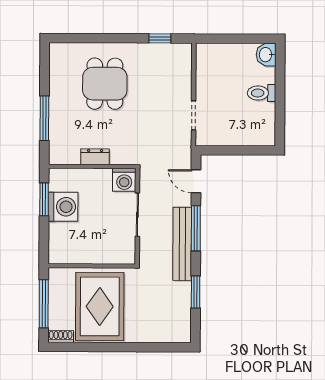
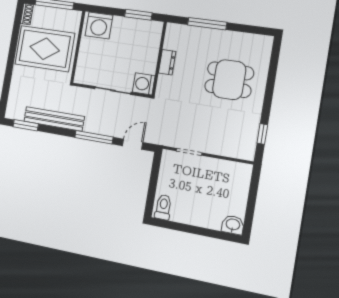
toilet: (262, 93) -> (163, 207), moved
washing machine: (63, 207) -> (99, 26), moved
bench: (182, 244) -> (54, 119), moved
window: (196, 292) -> (26, 125), moved

